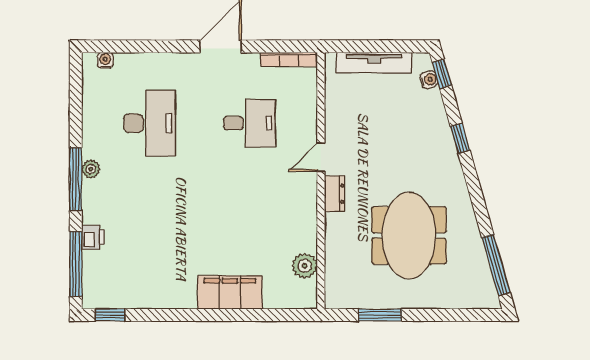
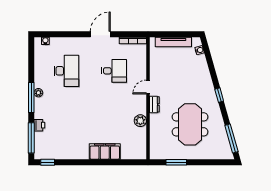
window: (442, 74) -> (206, 47), removed
window: (460, 138) -> (219, 95), moved
plant: (305, 266) -> (140, 121), moved

